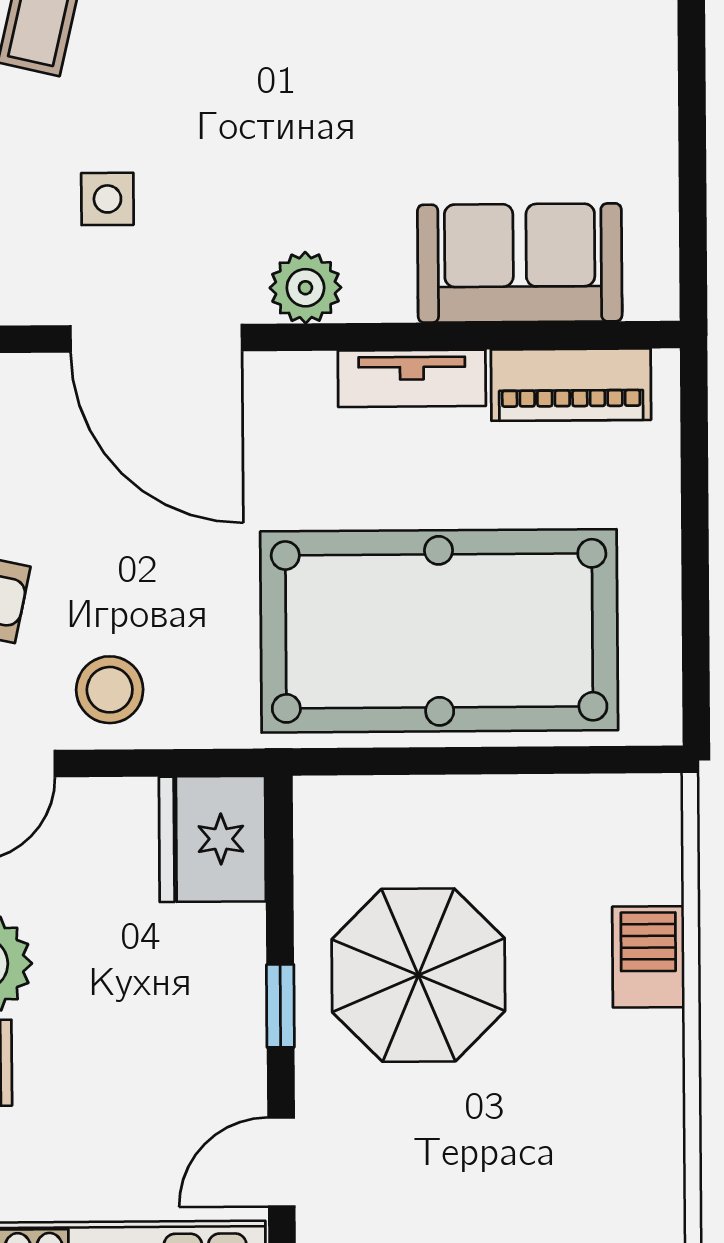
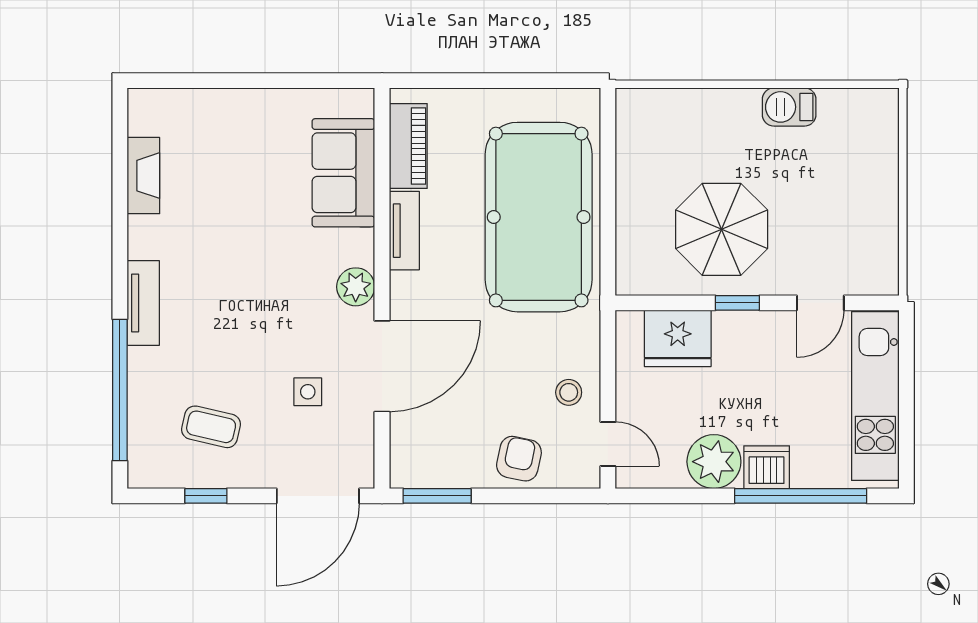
stool: (110, 690) -> (569, 392), width x0.73, depth x0.73
fridge: (212, 839) -> (678, 338), moved
barbecue: (648, 957) -> (789, 107), moved
door: (281, 1162) -> (820, 303), hinge flipped

